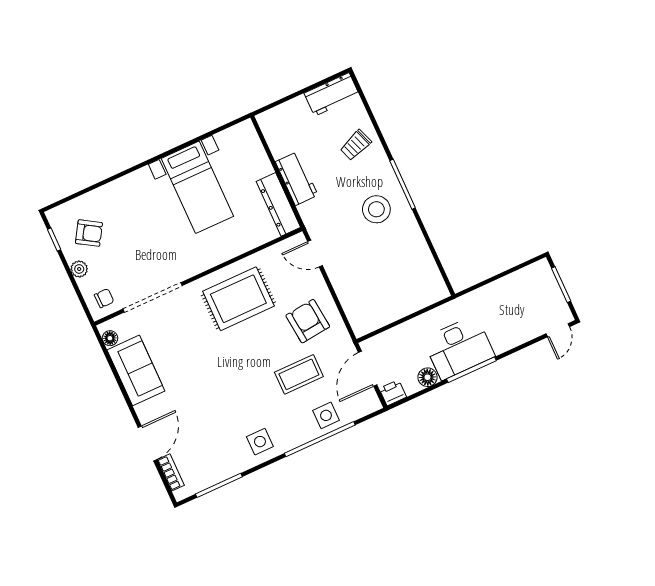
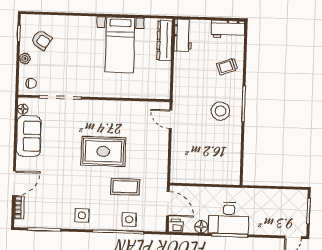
workbench: (297, 178) -> (183, 35), moved
dresser: (278, 204) -> (164, 40), moved
rug: (238, 299) -> (103, 151), moved
armchair: (308, 321) -> (146, 158), removed
door: (368, 369) -> (168, 204), swing flipped

